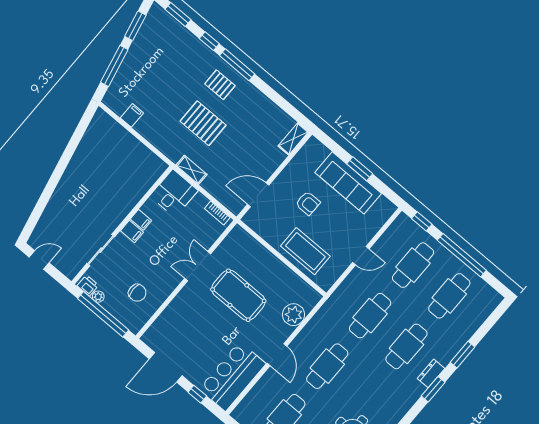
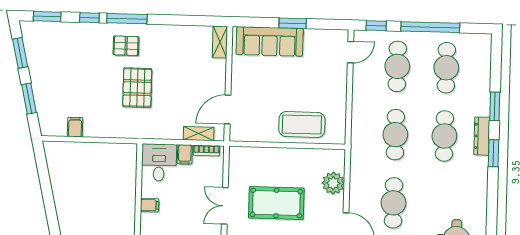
window: (114, 66) -> (29, 99), width x0.69
pallet: (203, 123) -> (137, 88), turned 90
shelving: (191, 170) -> (199, 134), moved
sofa: (348, 183) -> (270, 41), moved
armchair: (308, 203) -> (273, 84), removed
filing cabinet: (132, 231) -> (185, 154), moved, turned 90
door: (361, 256) -> (351, 52), moved
dresser: (431, 373) -> (482, 136), width x1.44

